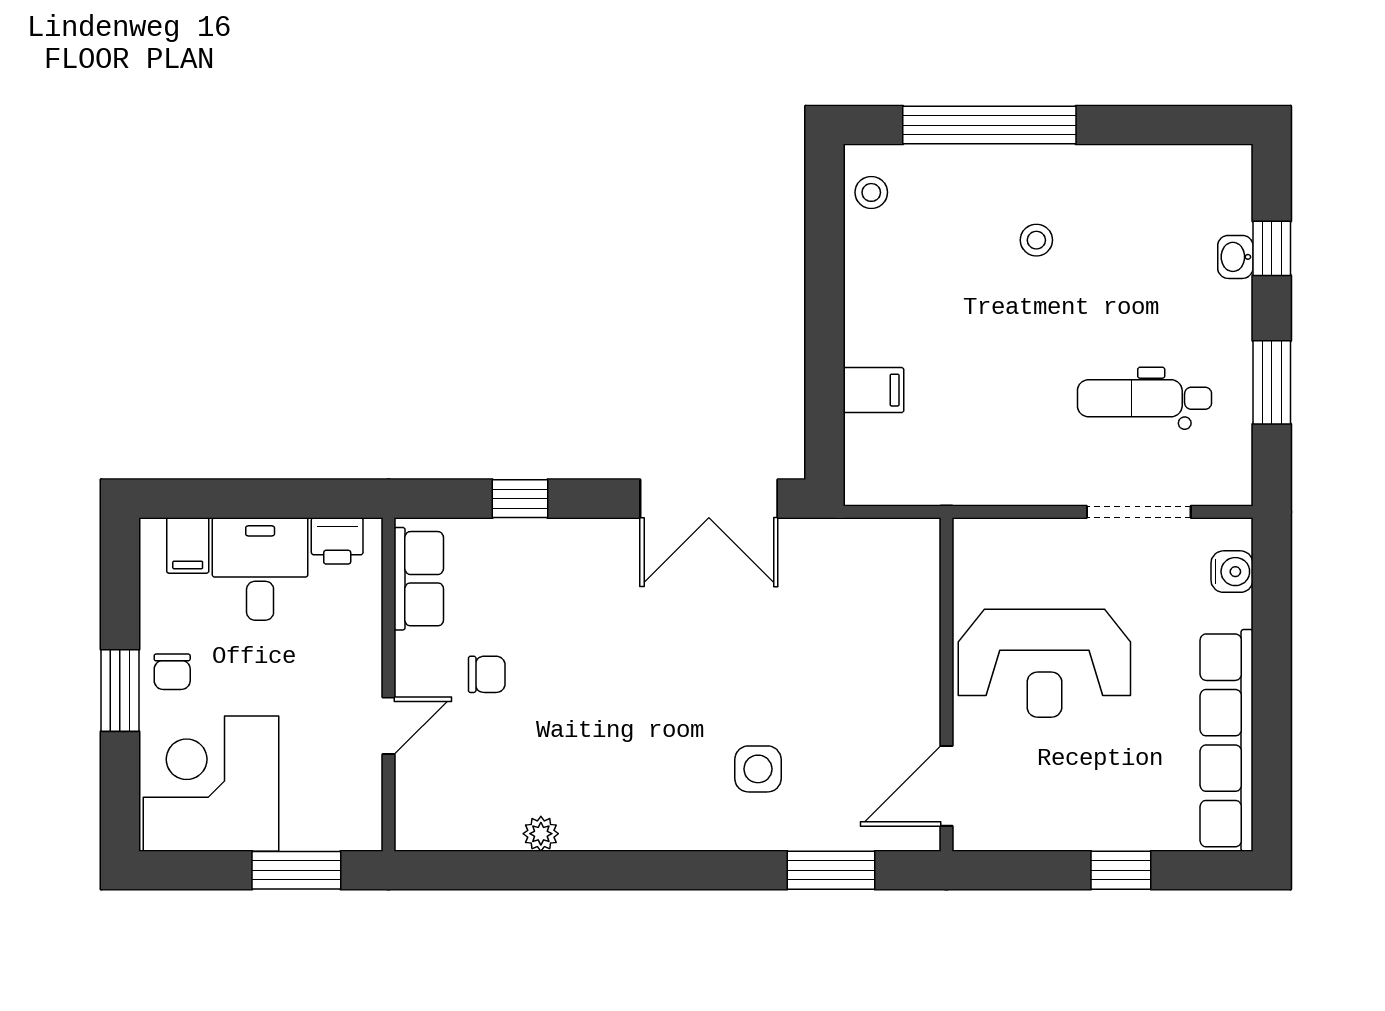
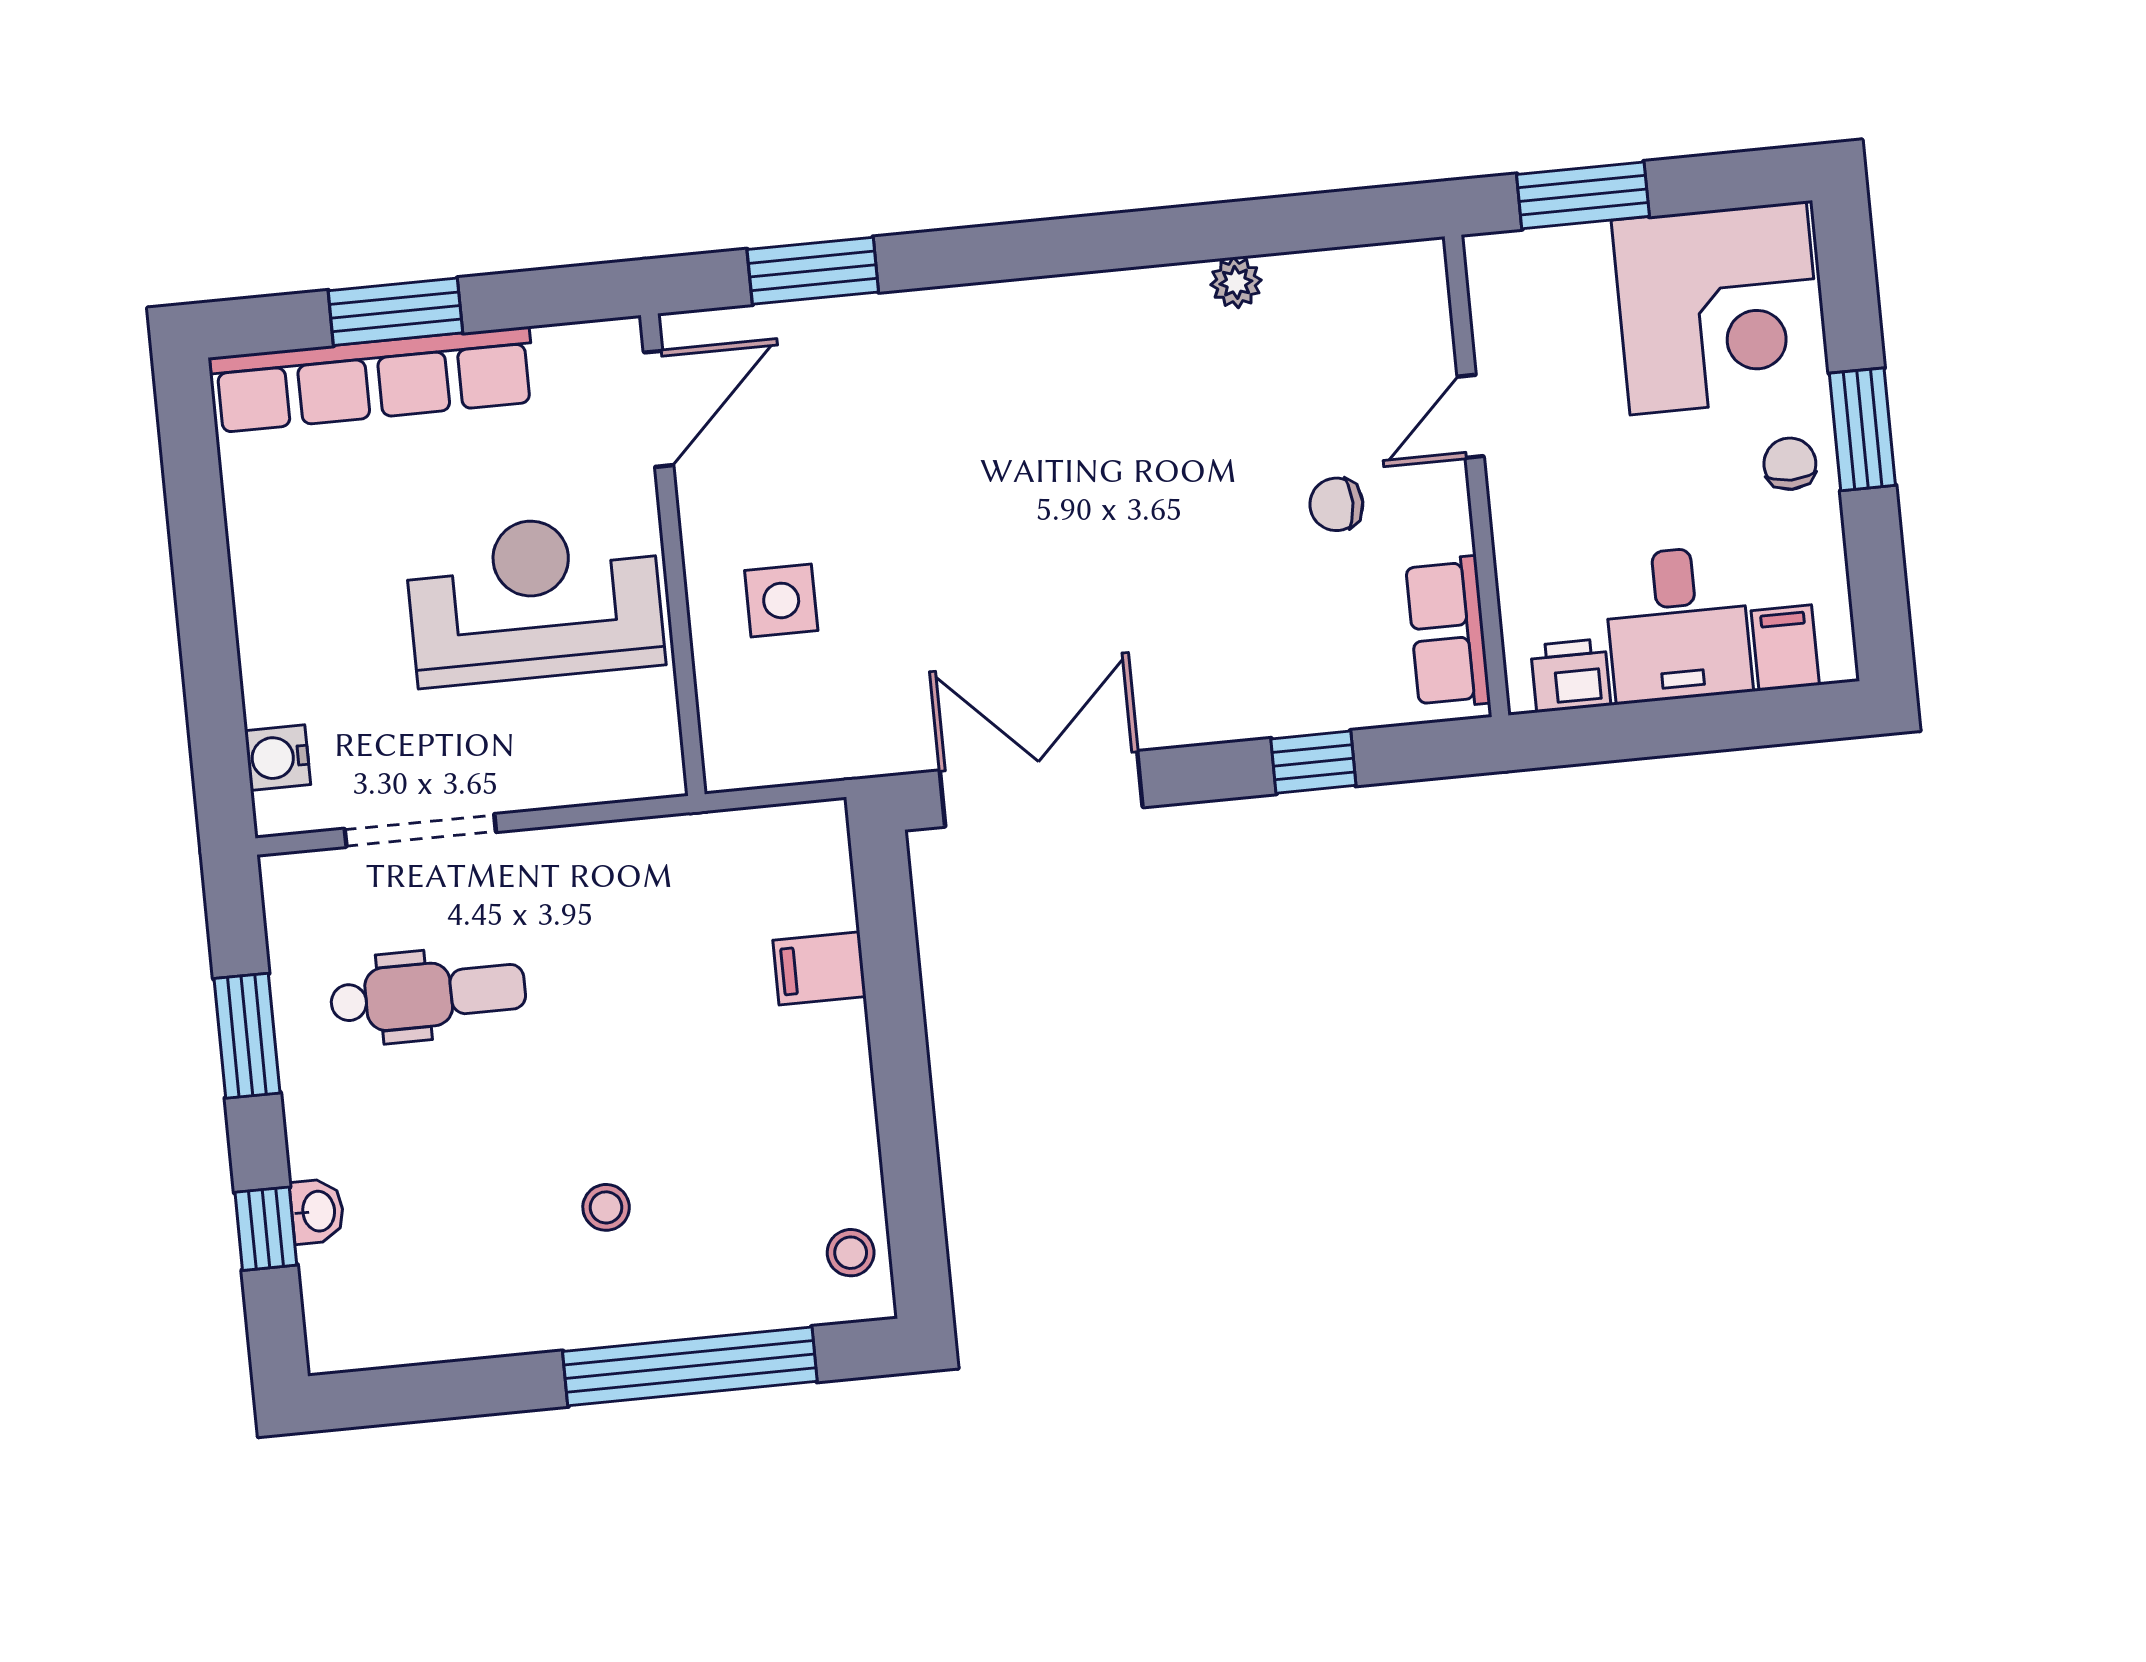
row of seats: (1227, 740) -> (373, 380), moved, turned 90
side table: (758, 769) -> (781, 600), moved
window: (1121, 870) -> (395, 312), width x1.50

